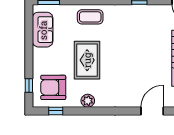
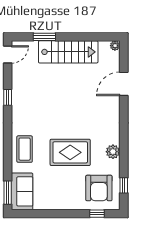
sofa: (43, 30) -> (22, 191), moved, turned 90
door: (152, 111) -> (124, 84), hinge flipped

